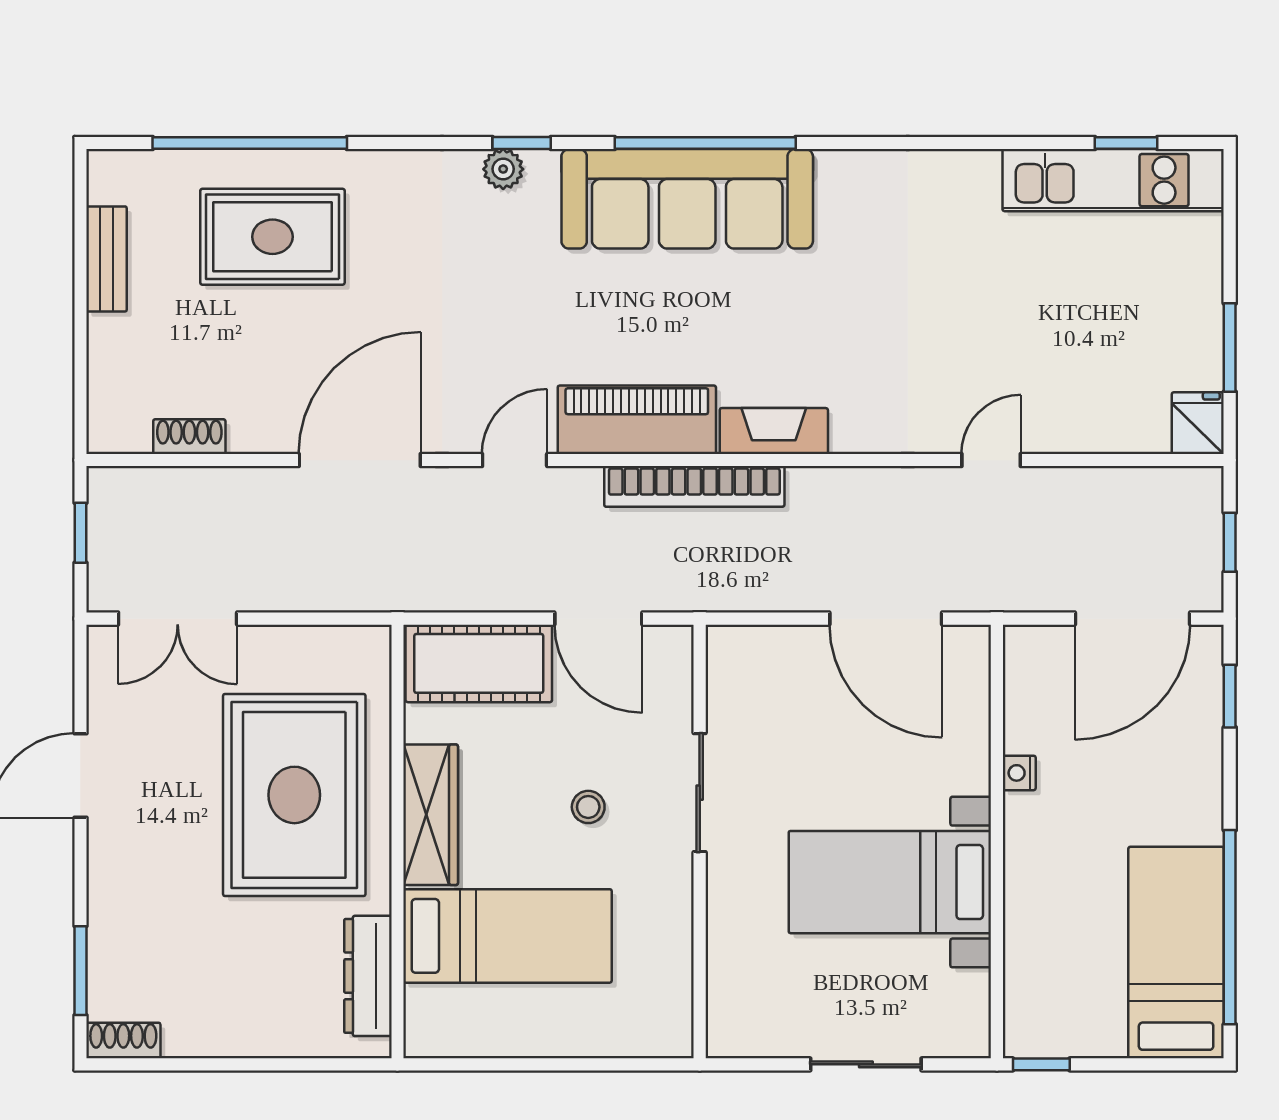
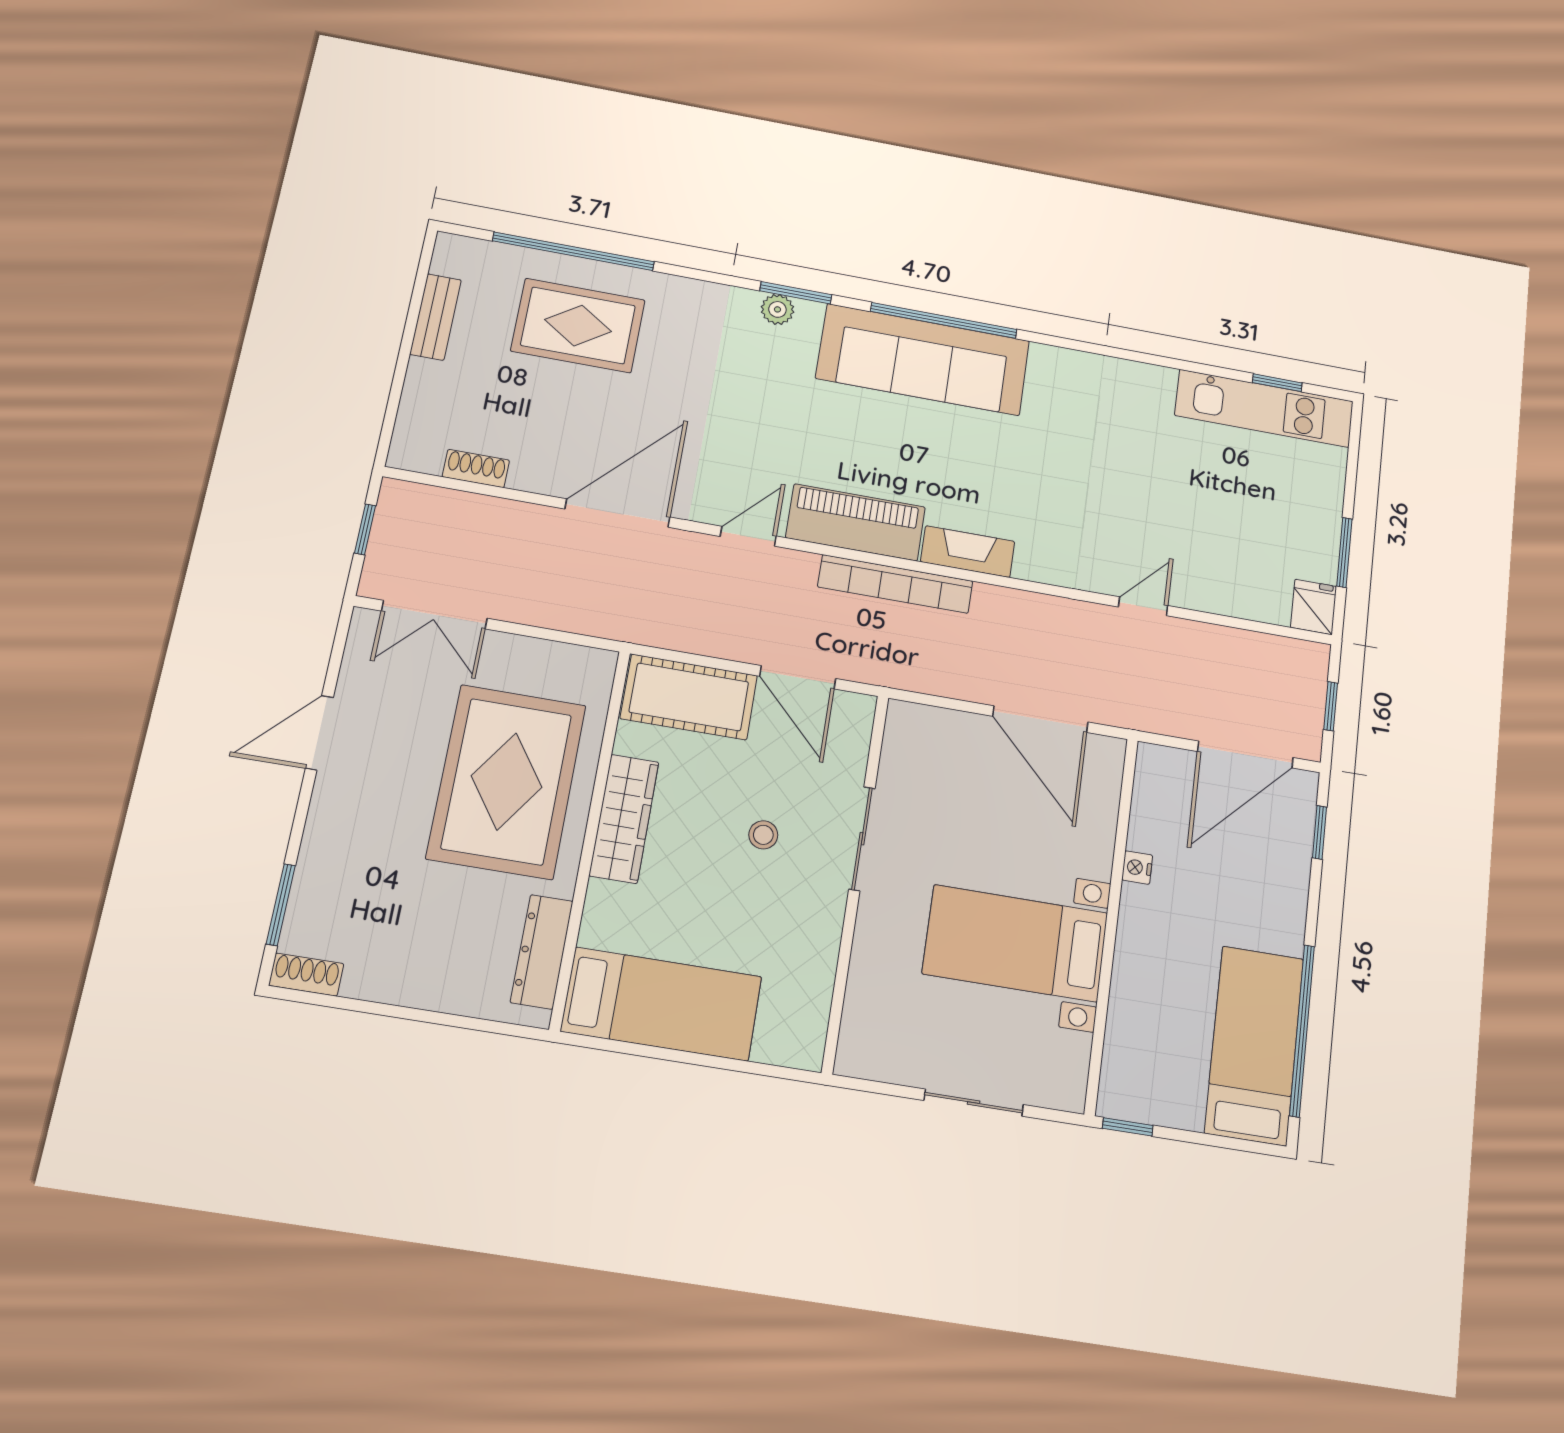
window: (522, 143) -> (796, 293), width x1.50
bed: (508, 936) -> (662, 1004), moved

